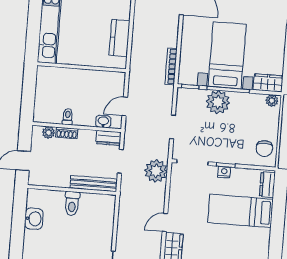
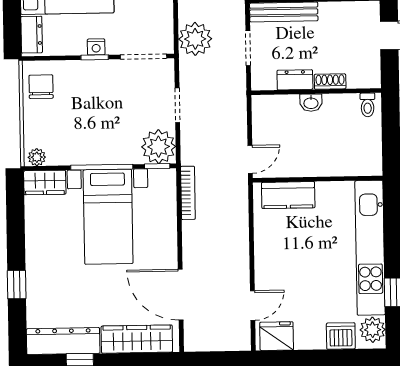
kitchen counter: (119, 38) -> (288, 195), moved, turned 90
plant: (218, 102) -> (159, 147), moved
door: (125, 106) -> (250, 159), moved
toilet: (68, 117) -> (368, 105), moved
washbasin: (103, 122) -> (311, 103), moved
plant: (49, 133) -> (356, 80), removed
dresser: (109, 138) -> (295, 80), moved

